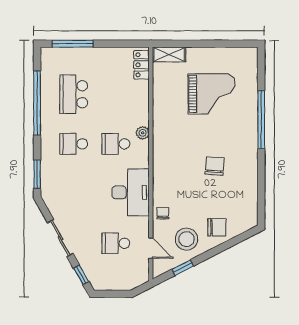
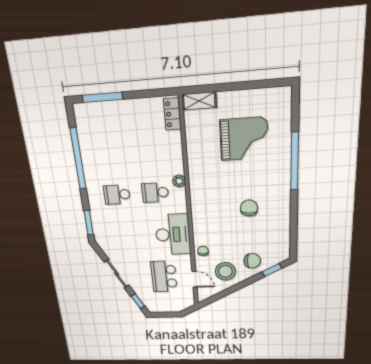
school desk: (74, 94) -> (110, 148), removed
school desk: (116, 243) -> (164, 276), width x1.85
window: (183, 268) -> (272, 270), moved

